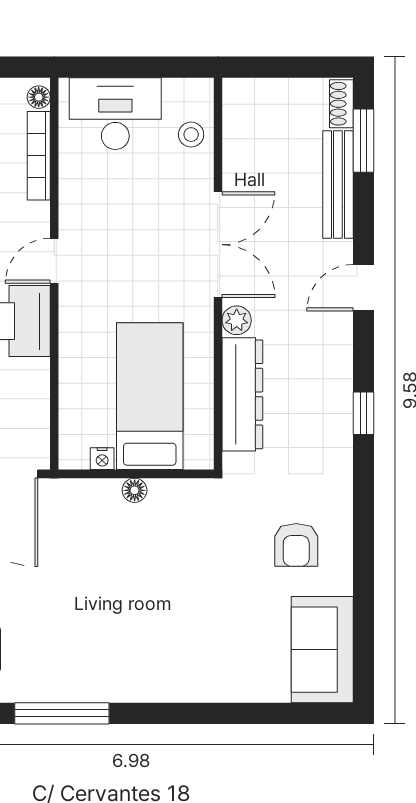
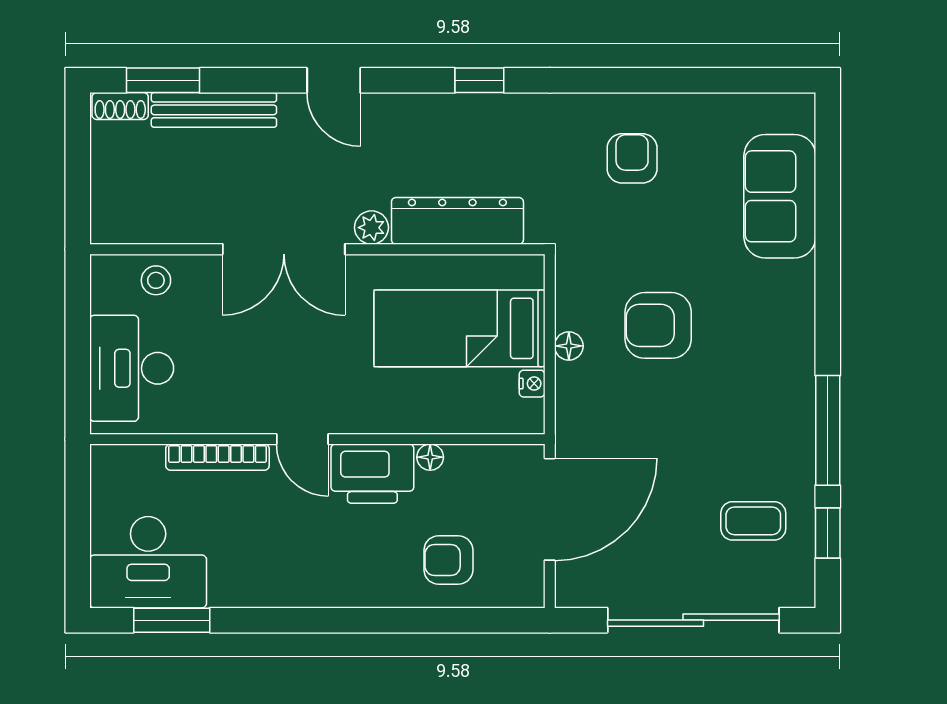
floor lamp: (39, 97) -> (430, 457), moved
bookcase: (39, 156) -> (217, 457), moved
double door: (218, 245) -> (284, 249), swing flipped
armchair: (296, 545) -> (632, 158), turned -90
armchair: (152, 567) -> (658, 325), added
sofa: (322, 650) -> (780, 196), moved, turned 90

